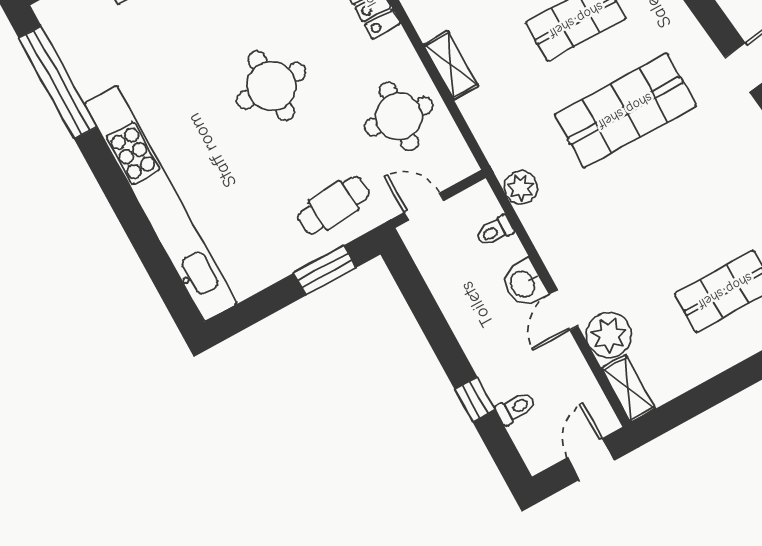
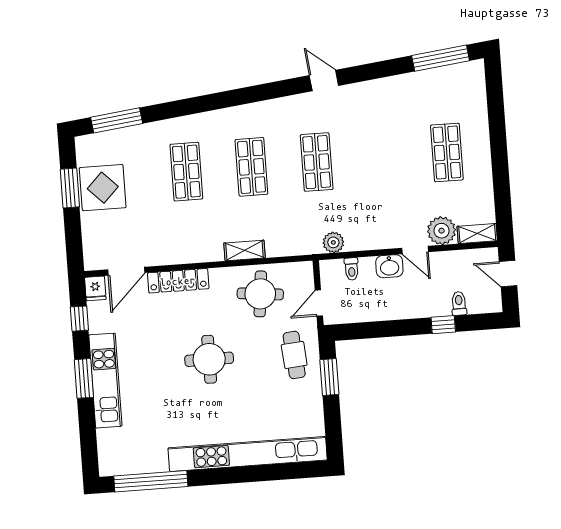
shop shelf: (625, 111) -> (317, 162), width x0.70, depth x0.74

